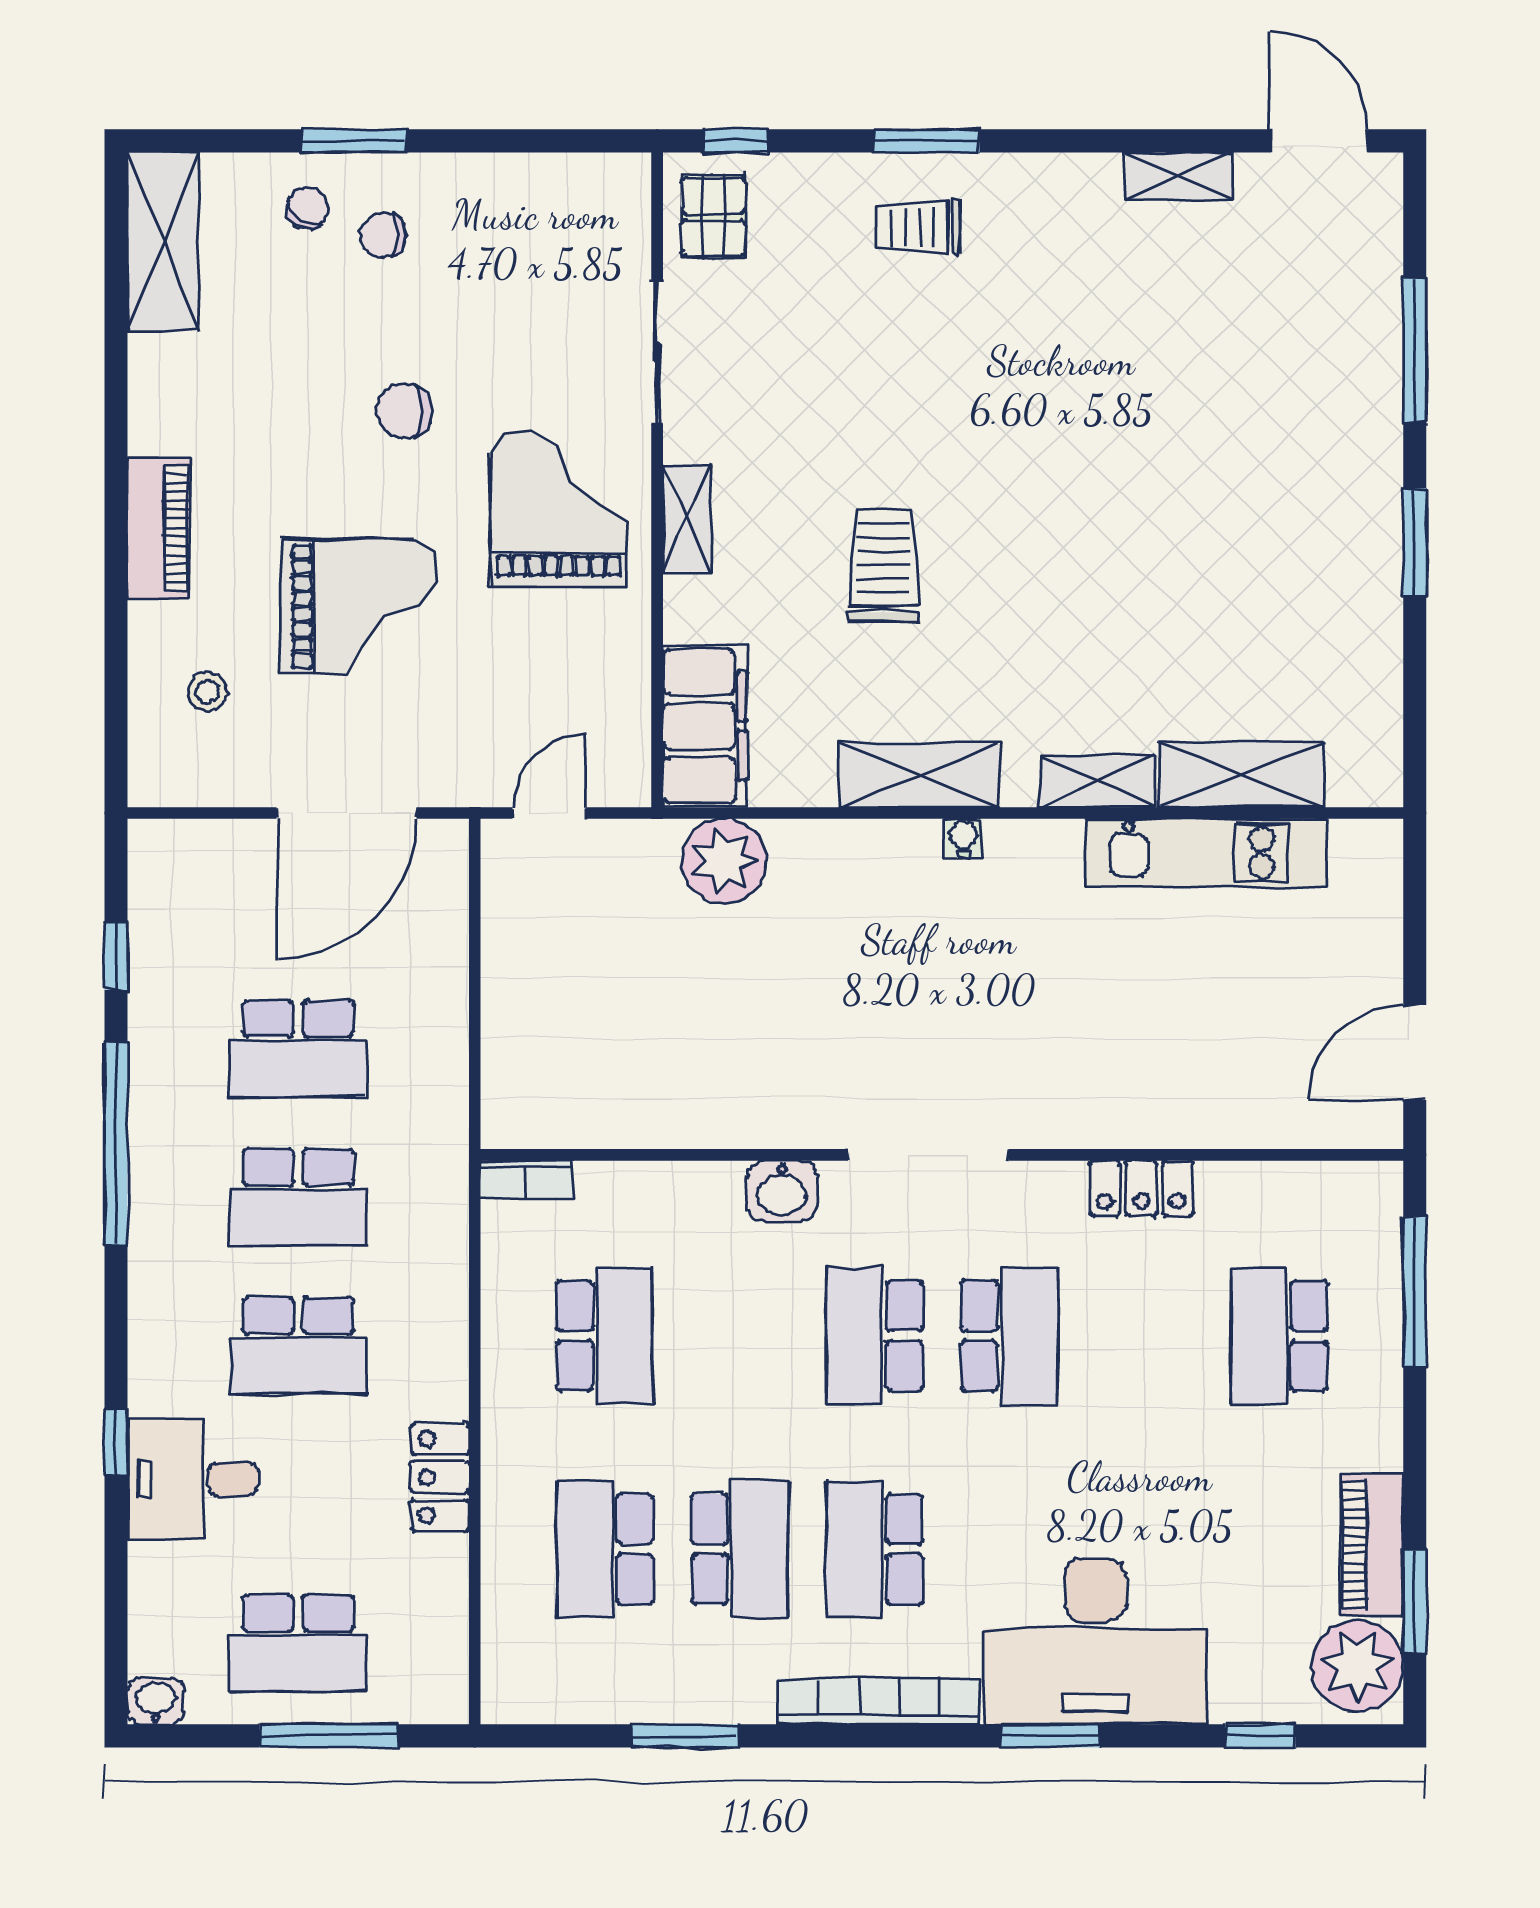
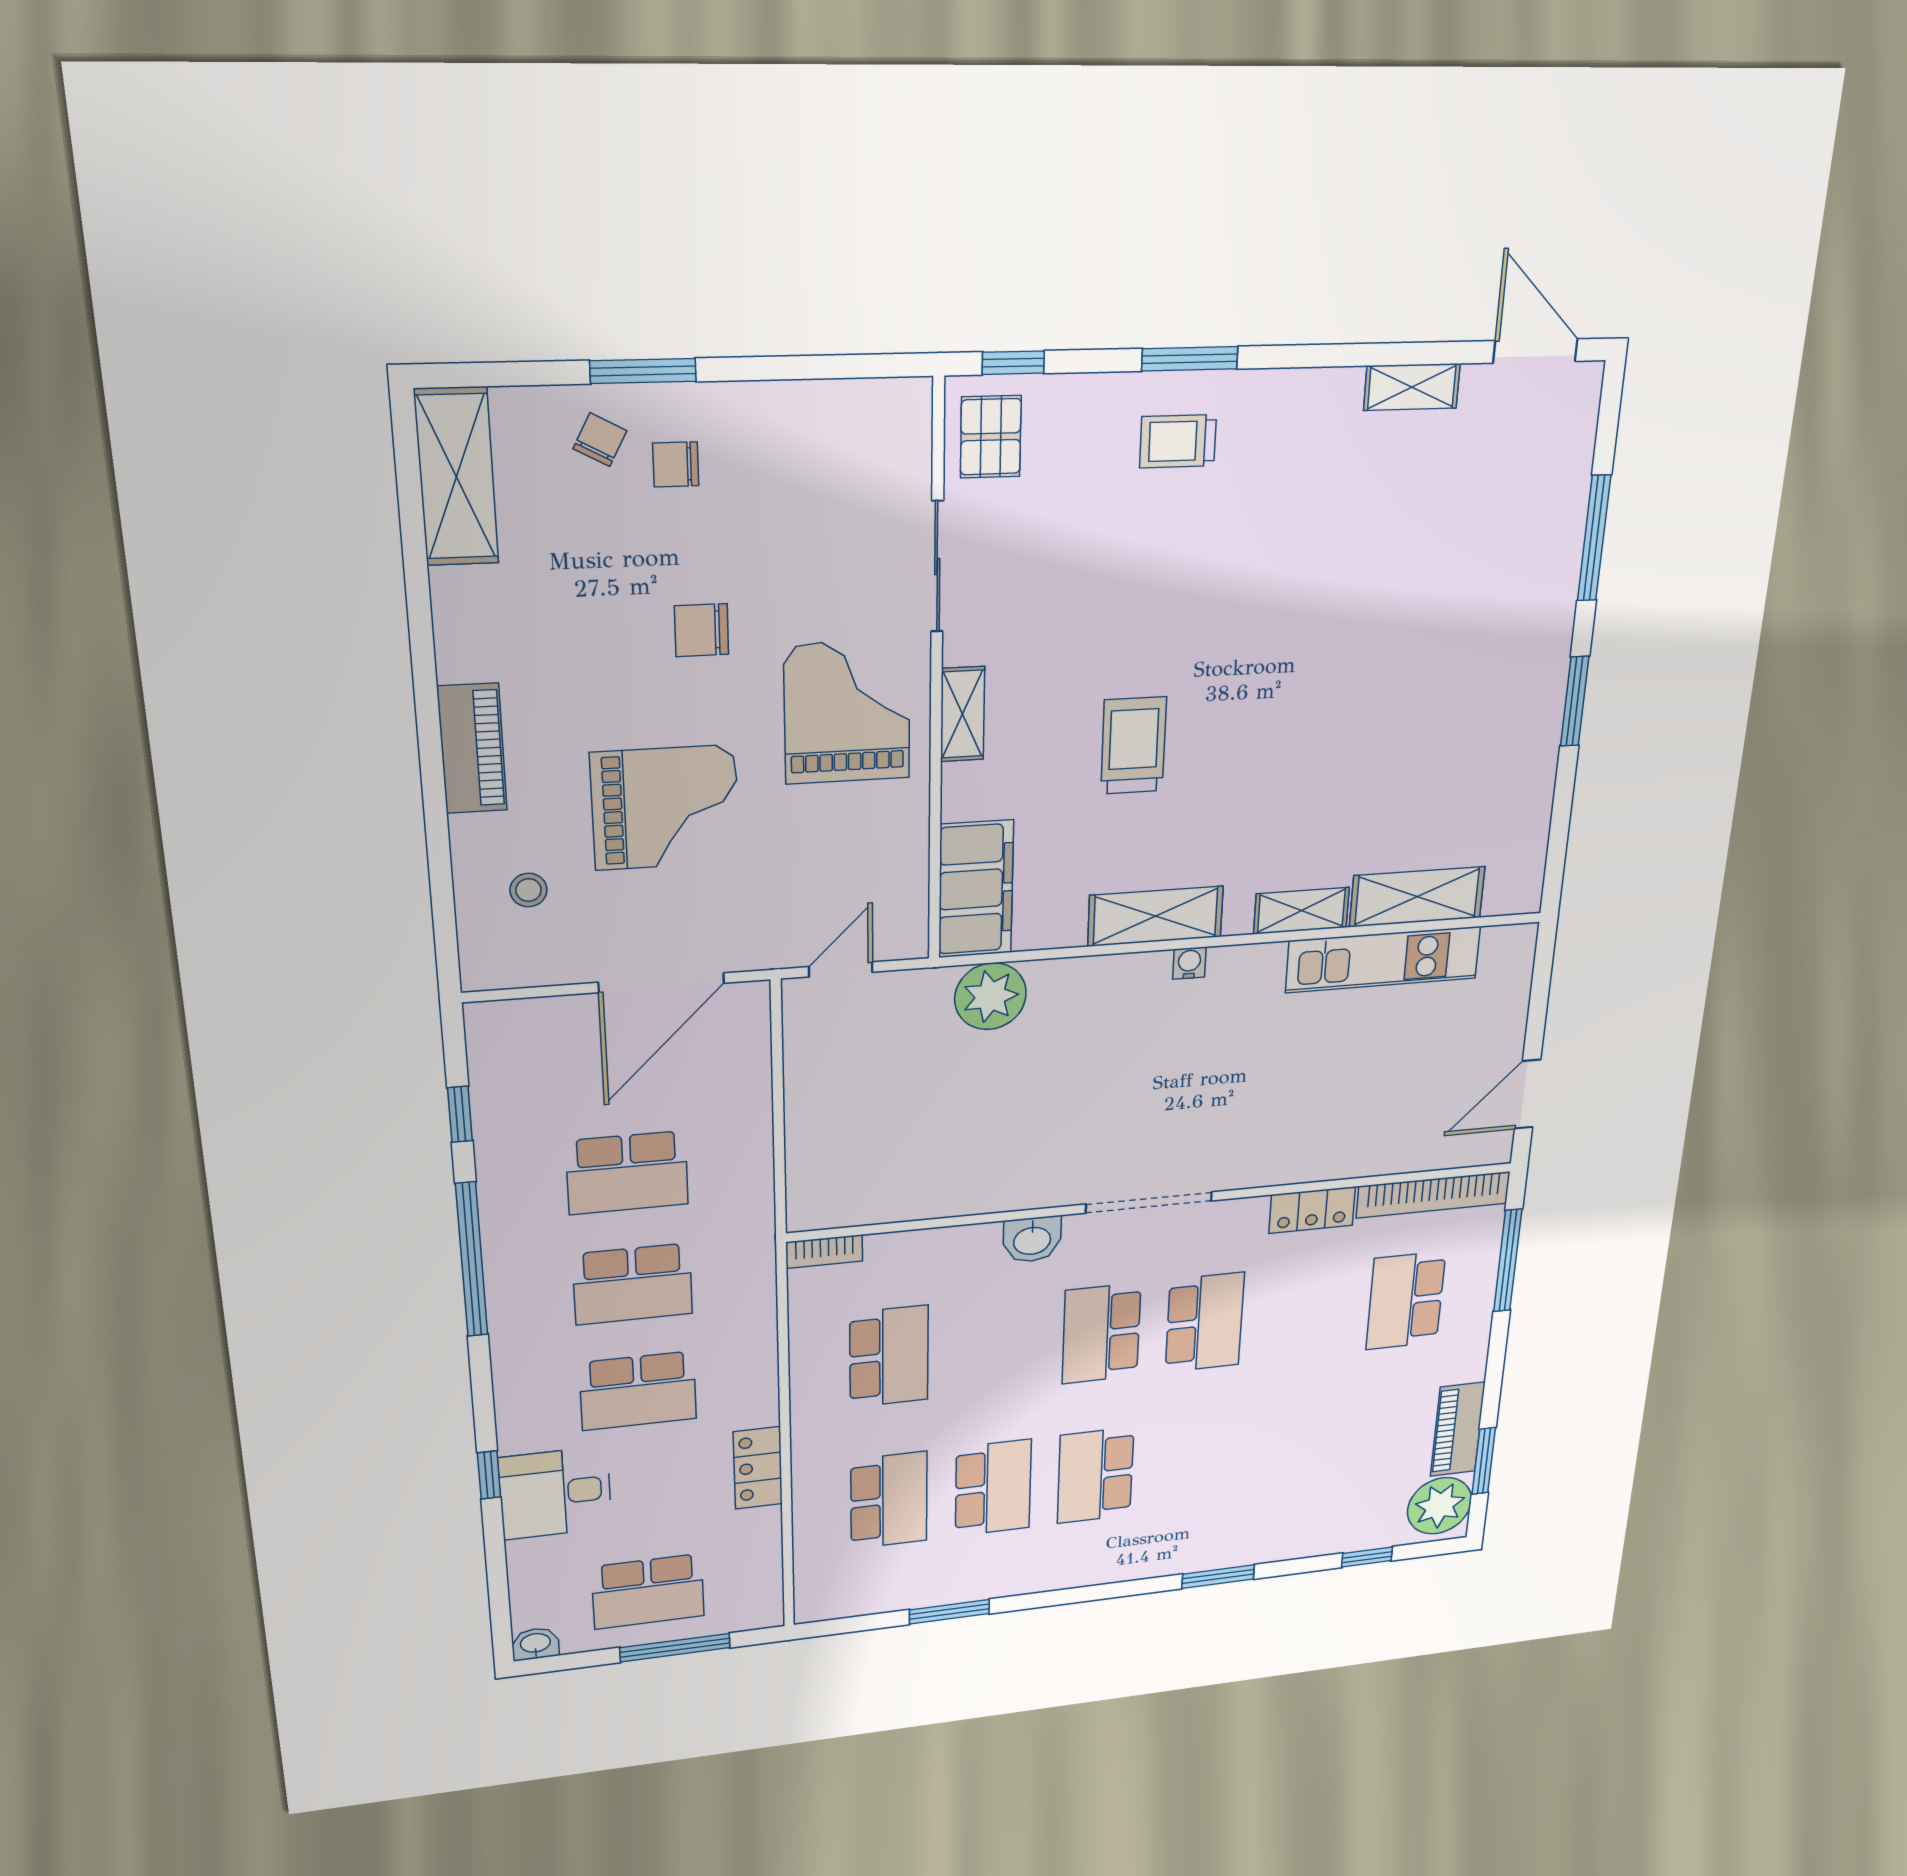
school desk: (605, 1549) -> (889, 1500), turned 180
desk: (1095, 1642) -> (1255, 1514), removed
bookcase: (879, 1701) -> (1433, 1195), moved, turned 180

